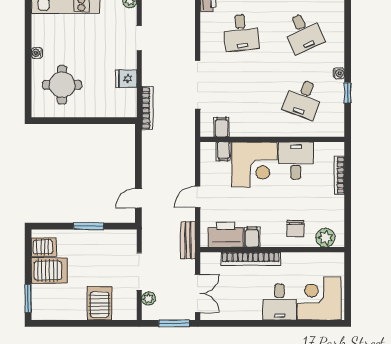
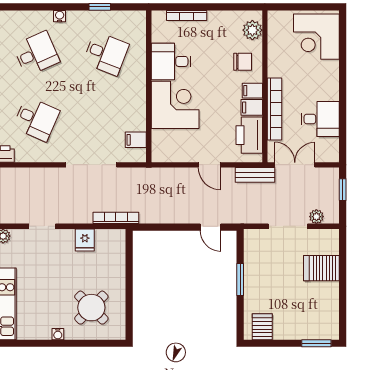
desk: (241, 32) -> (36, 119), turned 30
water cooler: (339, 73) -> (60, 16), moved
round table: (62, 85) -> (91, 308), turned 45
filing cabinet: (223, 151) -> (252, 91), moved, turned 180
server rack: (49, 271) -> (287, 321), removed
double door: (198, 293) -> (295, 165), moved
desk: (280, 302) -> (320, 119), moved
window: (174, 323) -> (343, 190), width x0.67

